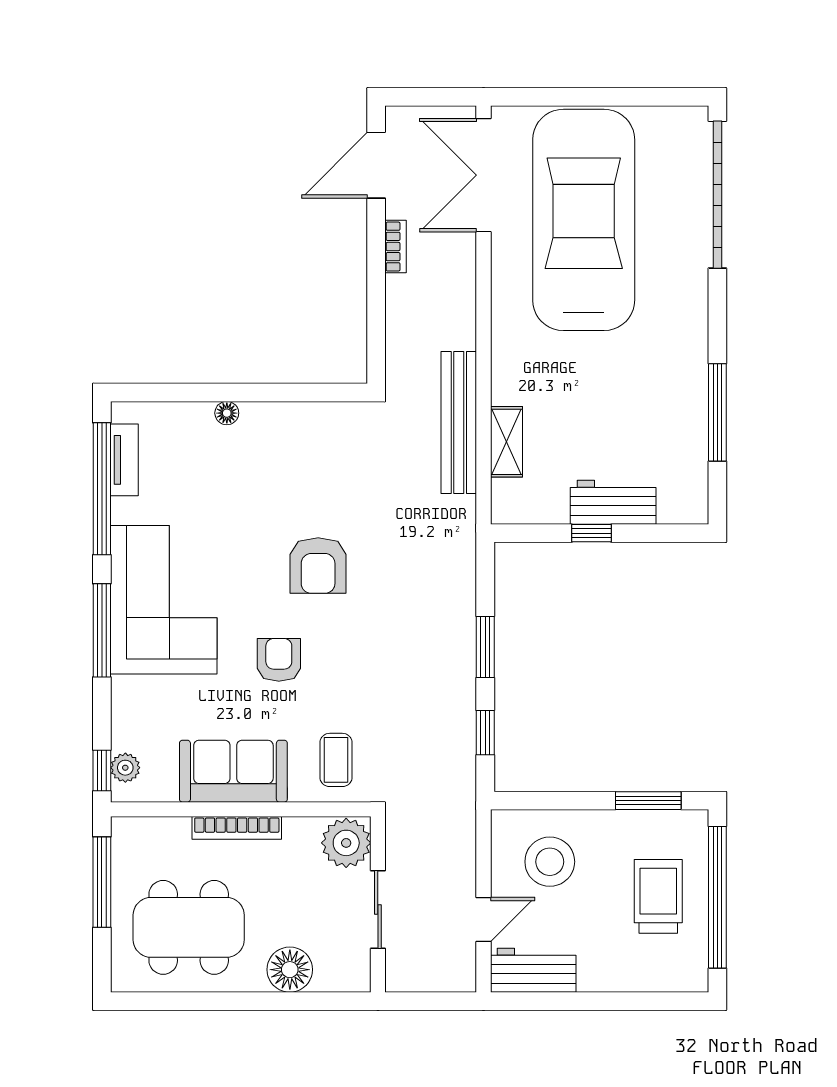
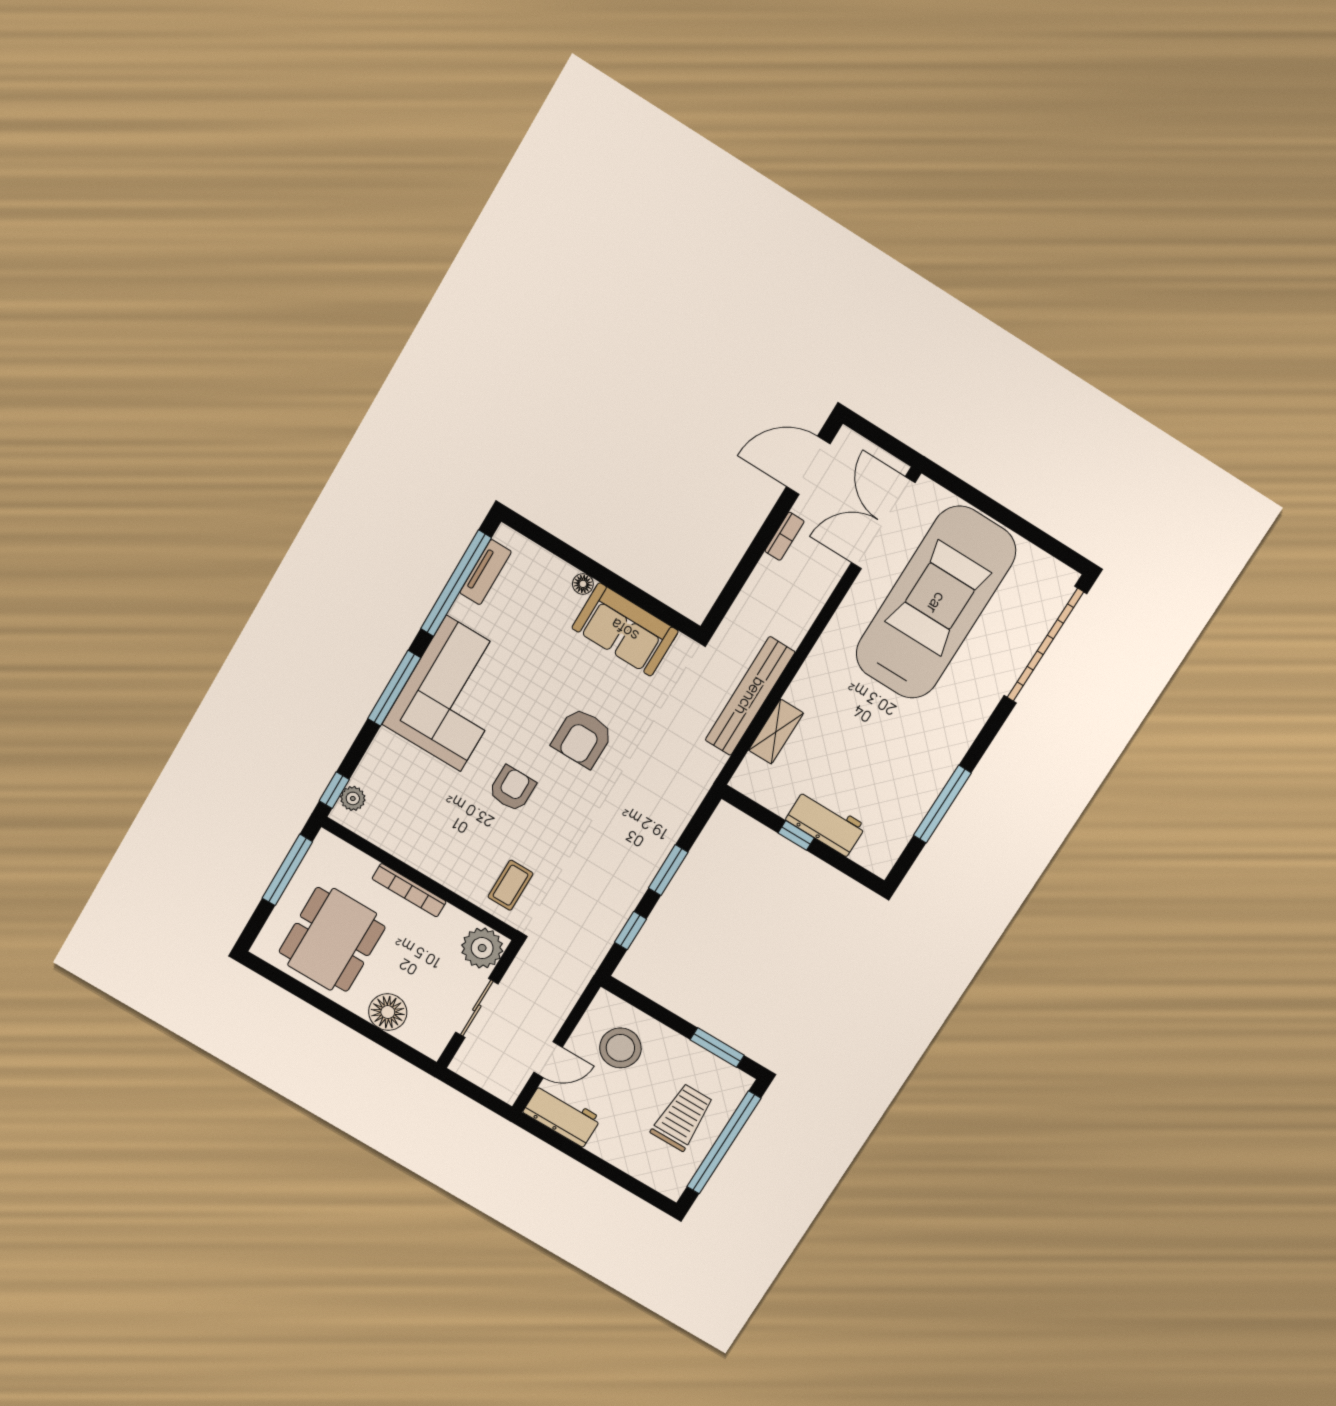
sofa: (233, 771) -> (625, 630), moved, turned 180
dining table: (189, 927) -> (332, 939), turned 90

